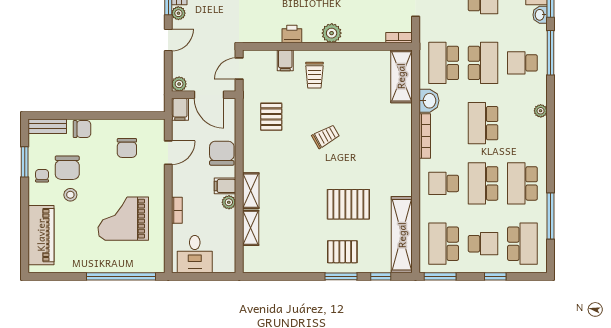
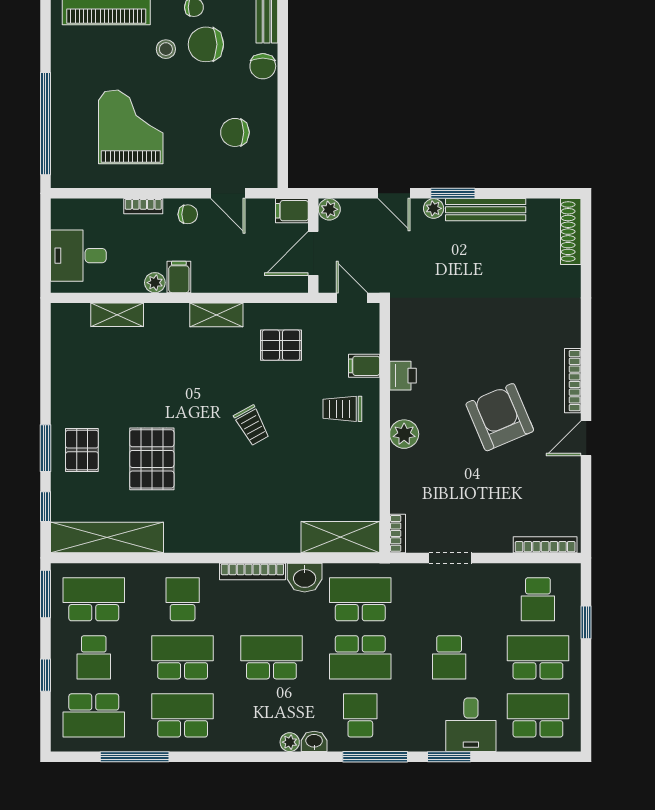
washbasin: (540, 15) -> (314, 741), moved
chair: (222, 153) -> (188, 214), moved, width x0.54, depth x0.54
shelving: (251, 191) -> (216, 315), moved
desk: (195, 254) -> (78, 256), moved

